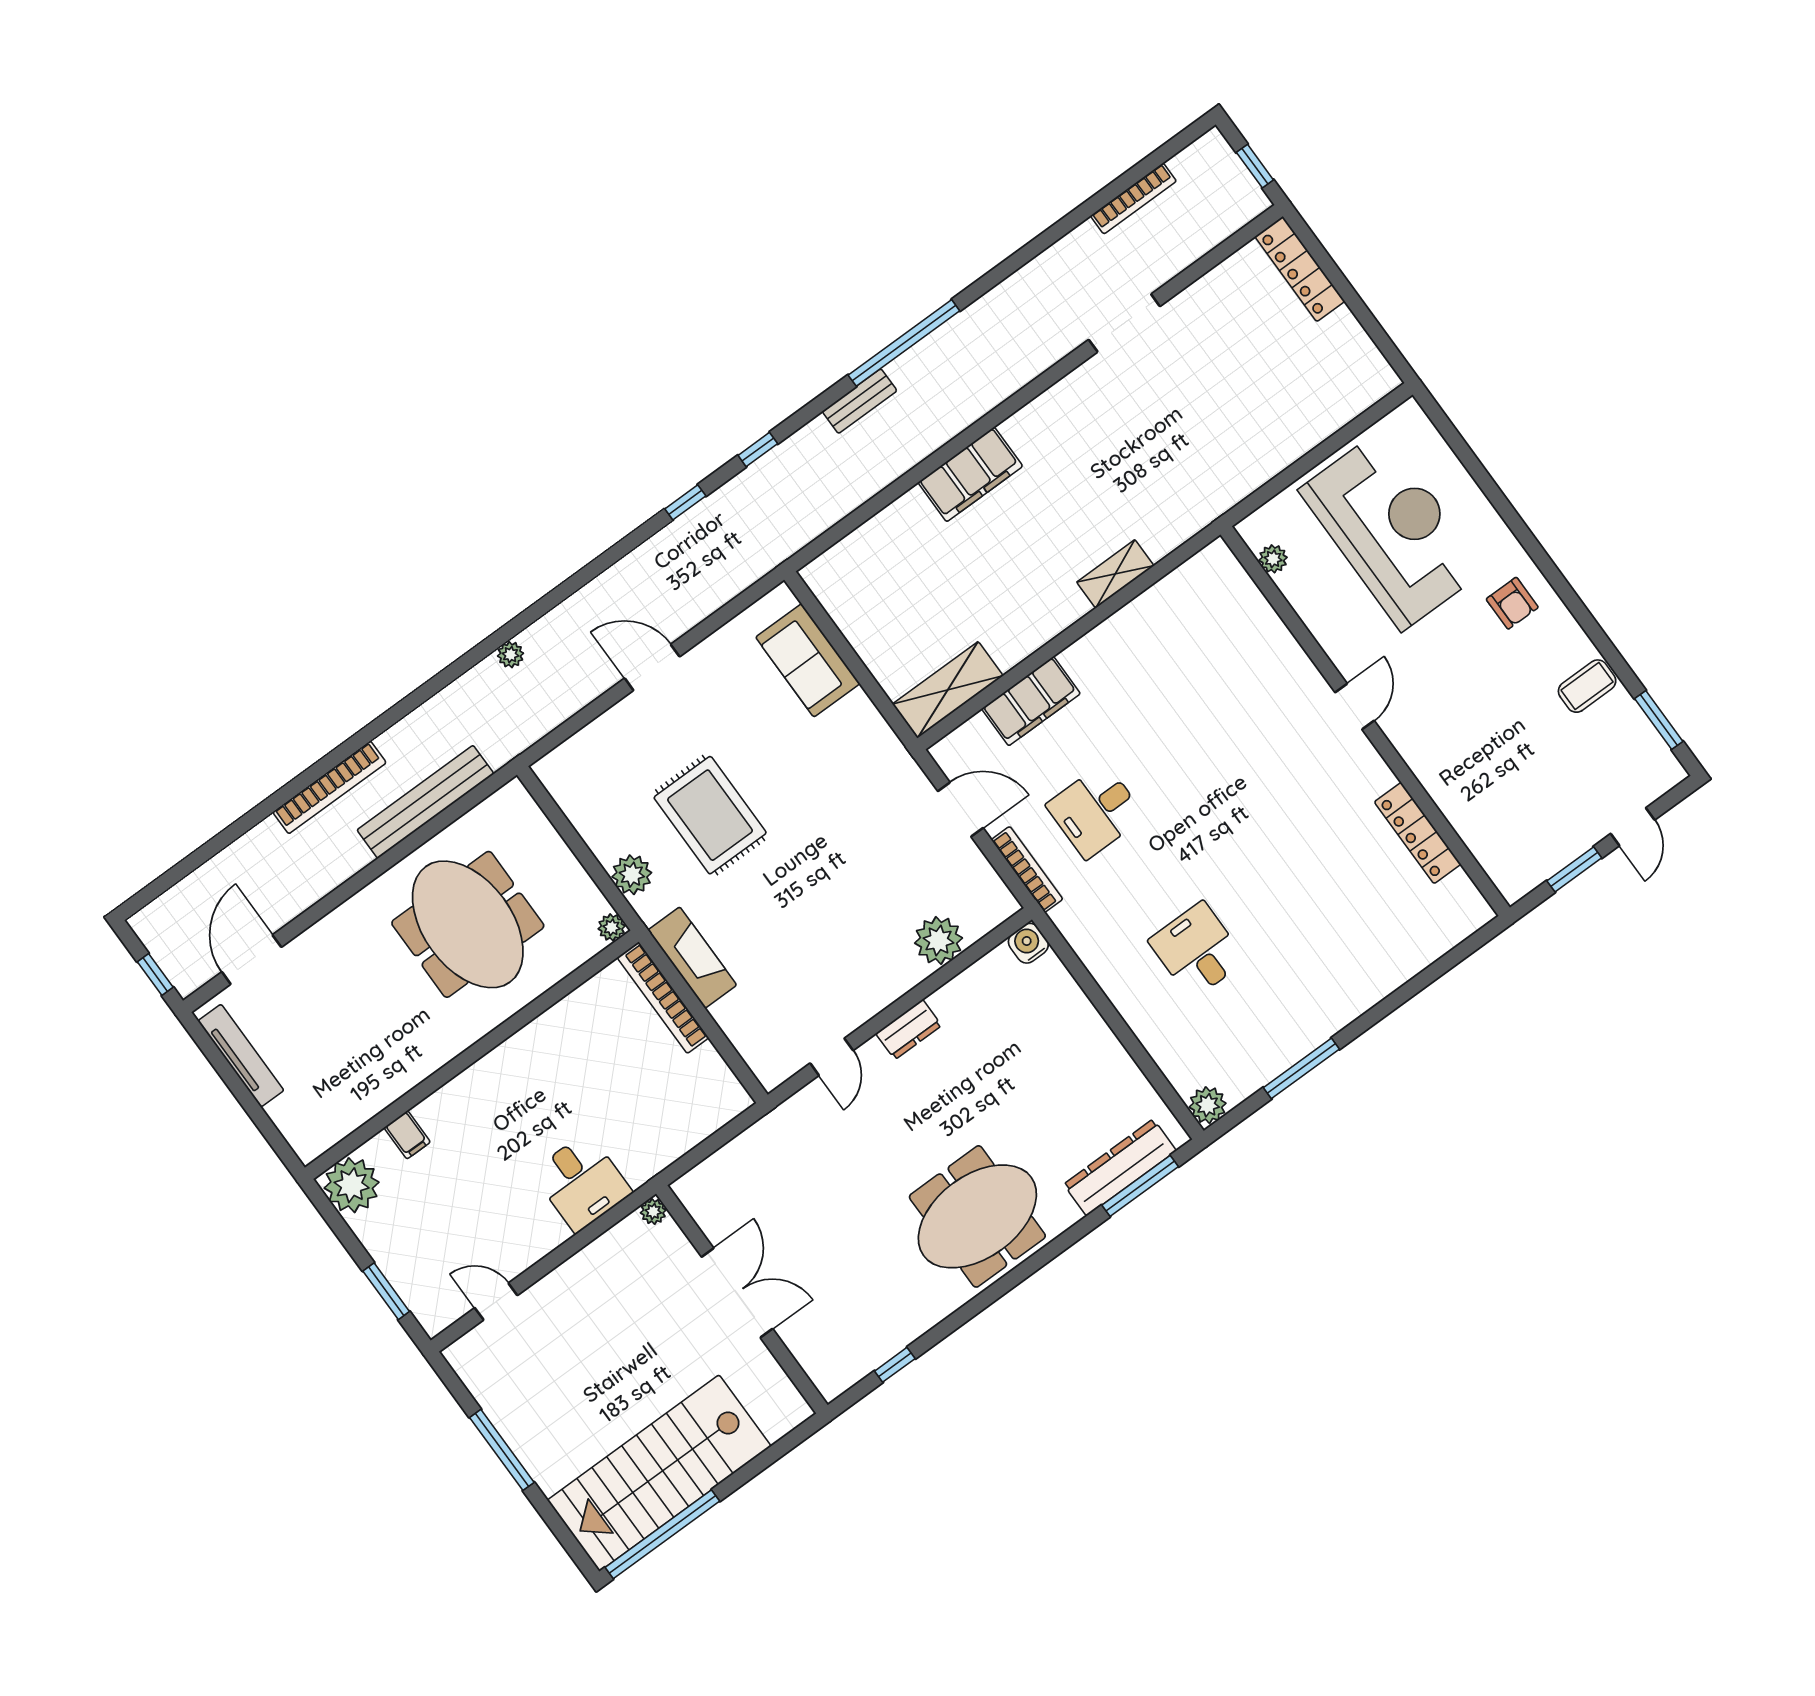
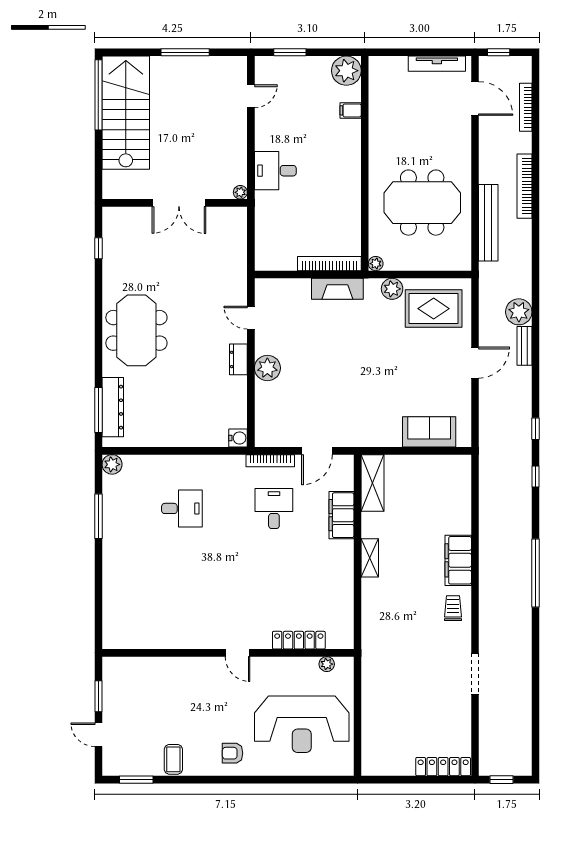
bookcase: (1133, 198) -> (526, 107), moved
bench: (860, 401) -> (524, 346), moved
trolley: (1049, 429) -> (453, 608), added
shelving: (1115, 574) -> (370, 558), moved
plant: (511, 655) -> (519, 312), width x1.88, depth x1.88
rug: (710, 815) -> (434, 309), moved
locker: (1418, 833) -> (299, 640), moved
plant: (939, 940) -> (267, 368), moved

